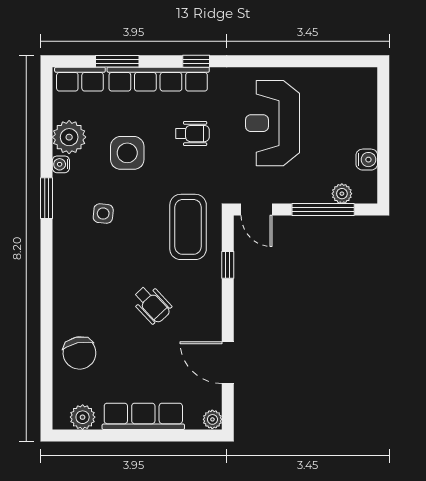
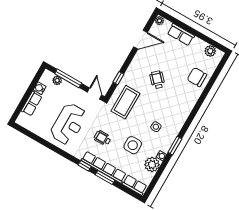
window: (117, 61) -> (105, 177), moved
row of seats: (365, 121) -> (32, 104), added
chair: (79, 353) -> (197, 77), turned -78
door: (228, 363) -> (141, 40), hinge flipped
row of seats: (143, 416) -> (181, 35), width x0.68

